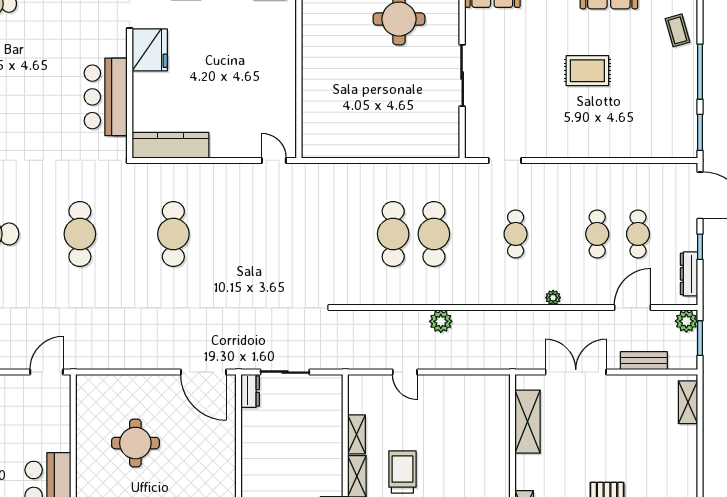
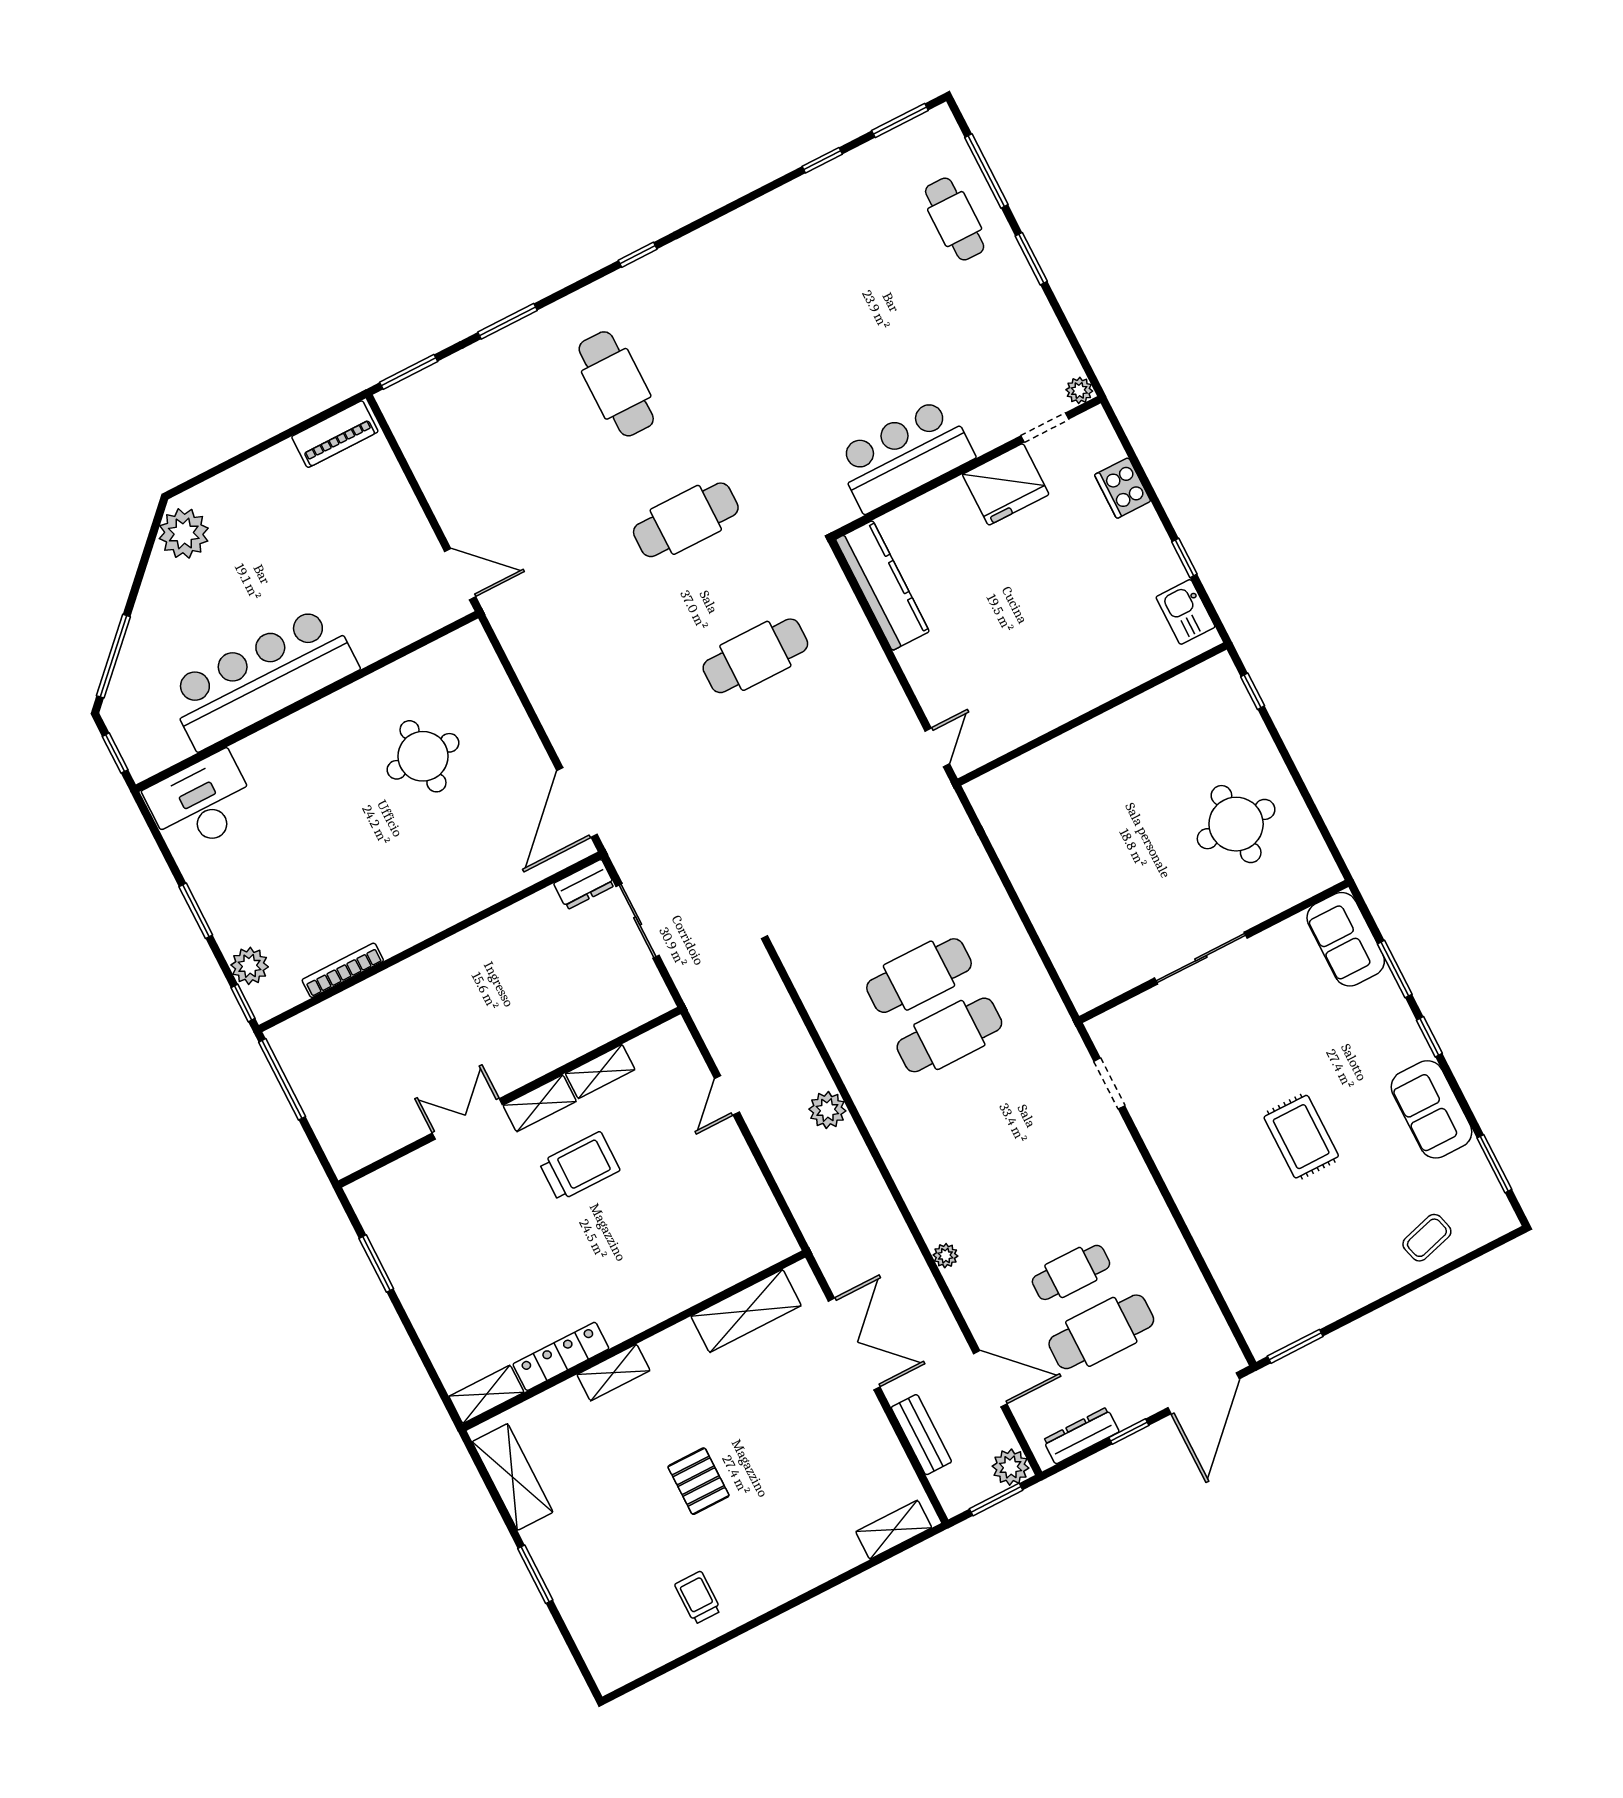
window: (700, 72) -> (1384, 1301), removed
cafe table: (516, 234) -> (1010, 1154), removed
cafe table: (638, 234) -> (1101, 1332), width x1.37, depth x1.35

